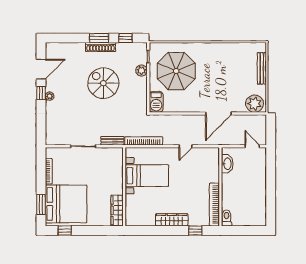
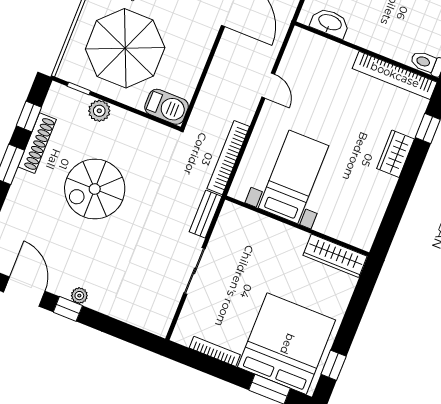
shoe rack: (101, 47) -> (37, 143), moved
wardrobe: (172, 220) -> (396, 154), width x0.67

